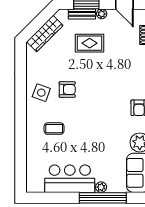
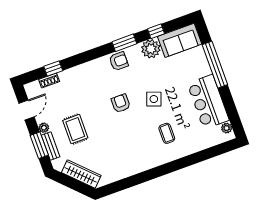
armchair: (67, 89) -> (121, 103), moved
side table: (41, 93) -> (154, 99), moved
plant: (101, 187) -> (227, 128), moved

